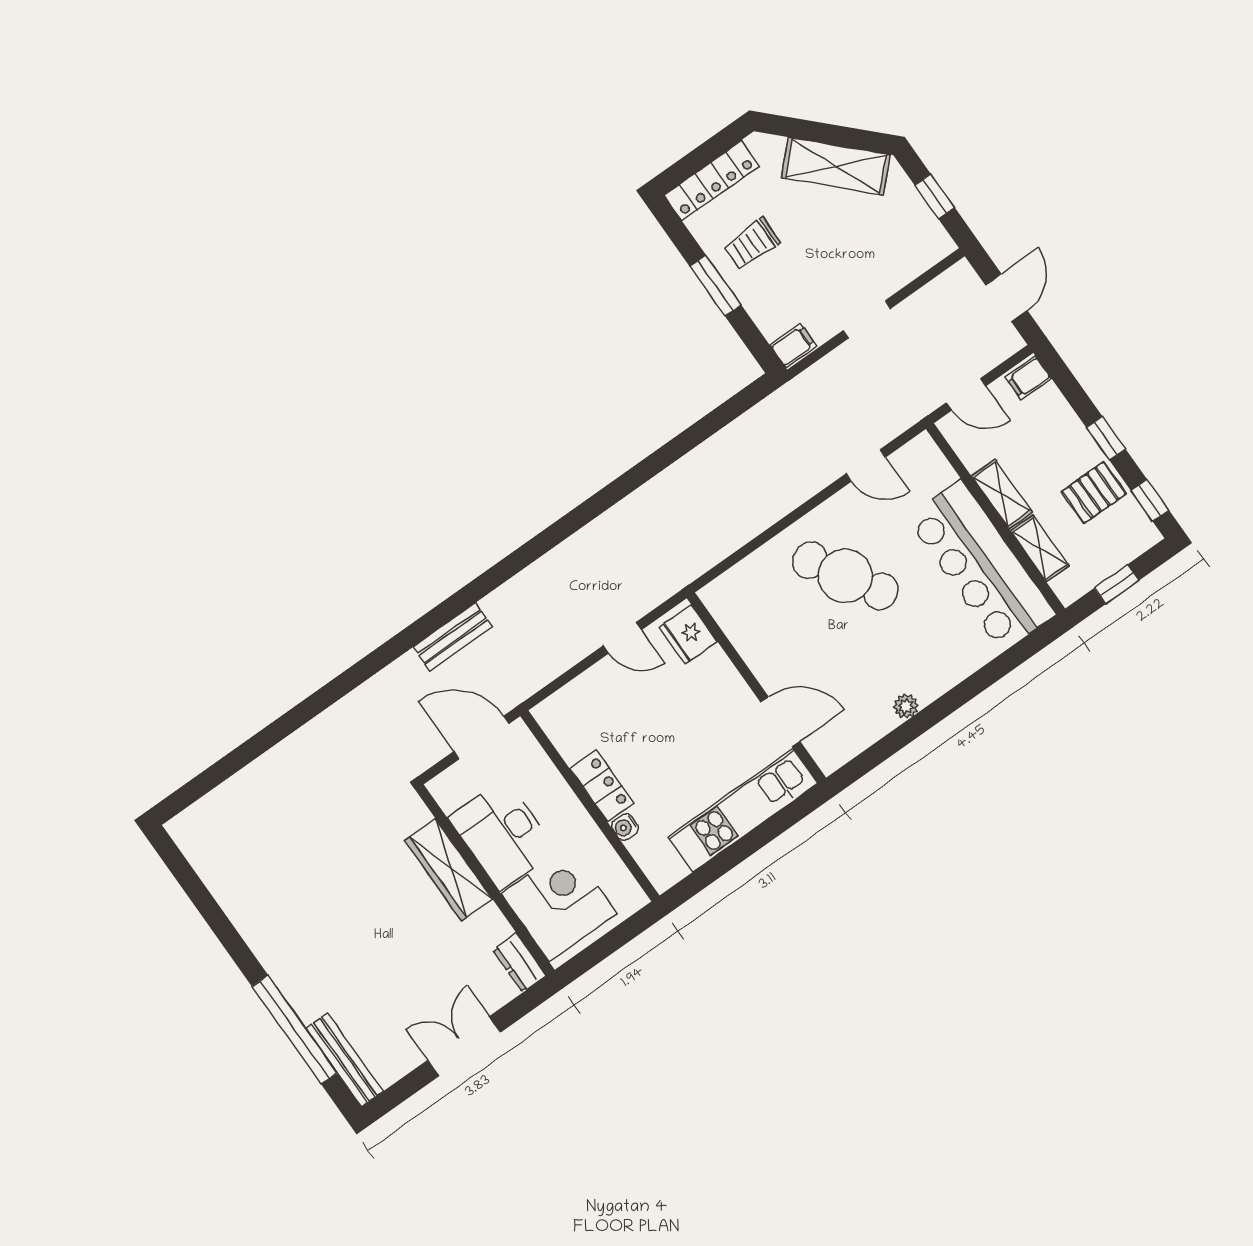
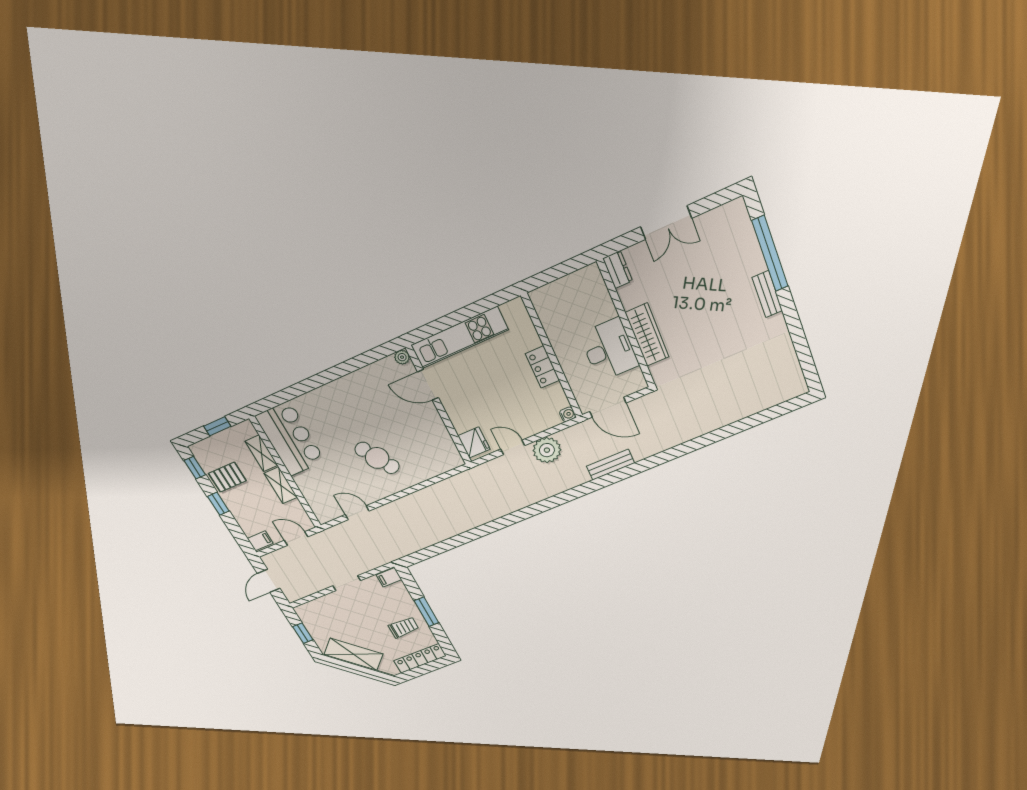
bar counter: (981, 566) -> (290, 439), width x0.73
cafe table: (845, 576) -> (377, 458), width x0.73, depth x0.74
plant: (565, 643) -> (547, 450), added
plant: (906, 706) -> (402, 357), moved
water cooler: (625, 827) -> (568, 414), moved
corner desk: (559, 904) -> (584, 302), removed
bench: (345, 1060) -> (767, 294), moved, width x0.73

